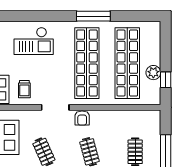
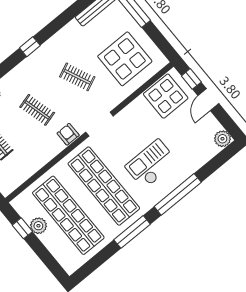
window: (42, 16) -> (178, 194), added
checkout: (34, 41) -> (151, 164), moved
trolley: (24, 89) -> (140, 118), removed

